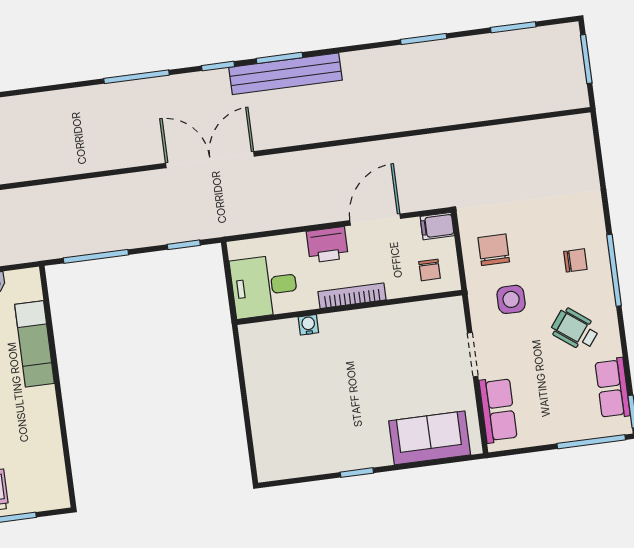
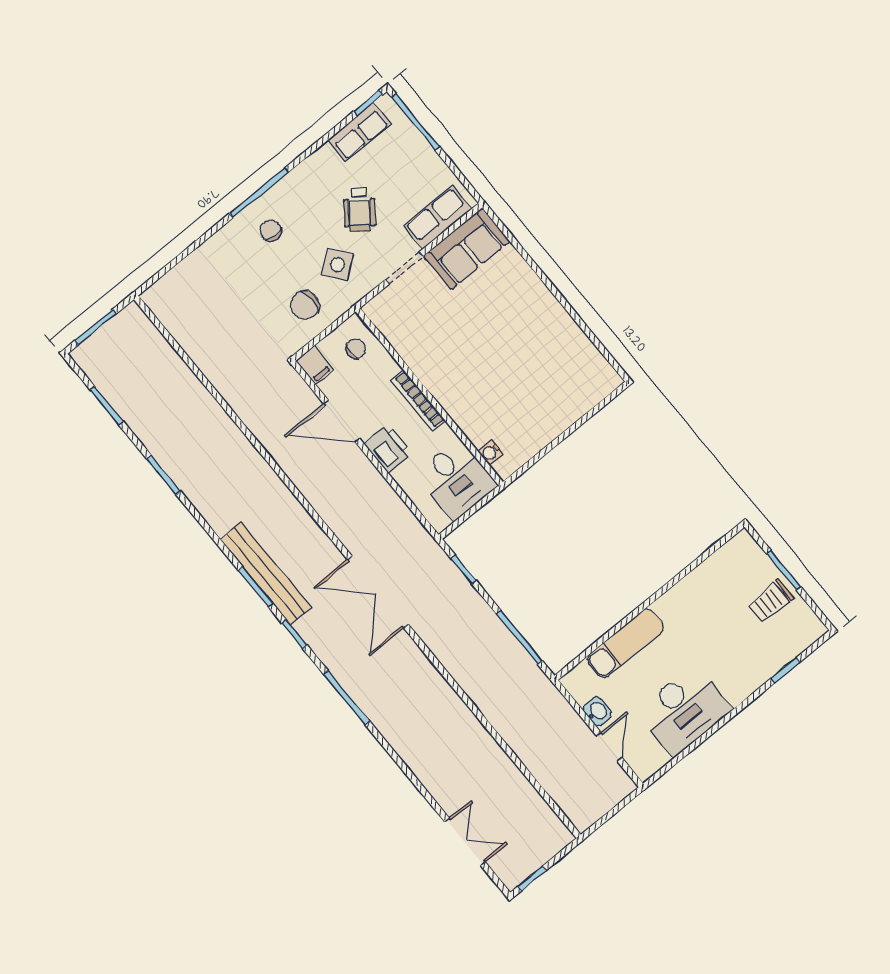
side table: (511, 299) -> (338, 264), turned -37
water cooler: (308, 325) -> (490, 452), moved
wheelchair: (575, 329) -> (359, 209), moved
sofa: (430, 438) -> (467, 249), moved, turned -90
window: (357, 473) -> (565, 304), removed

